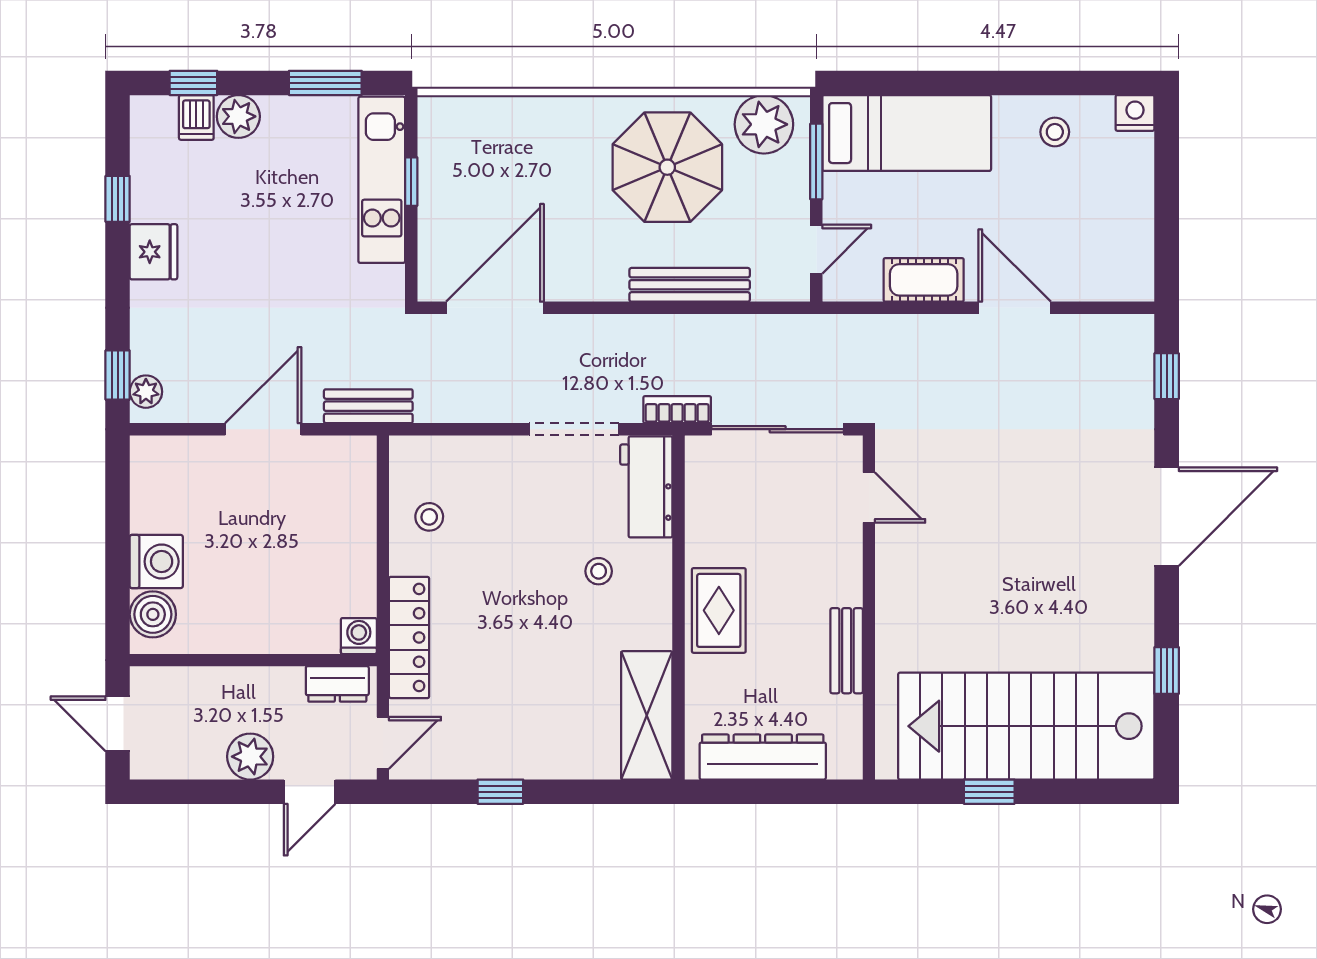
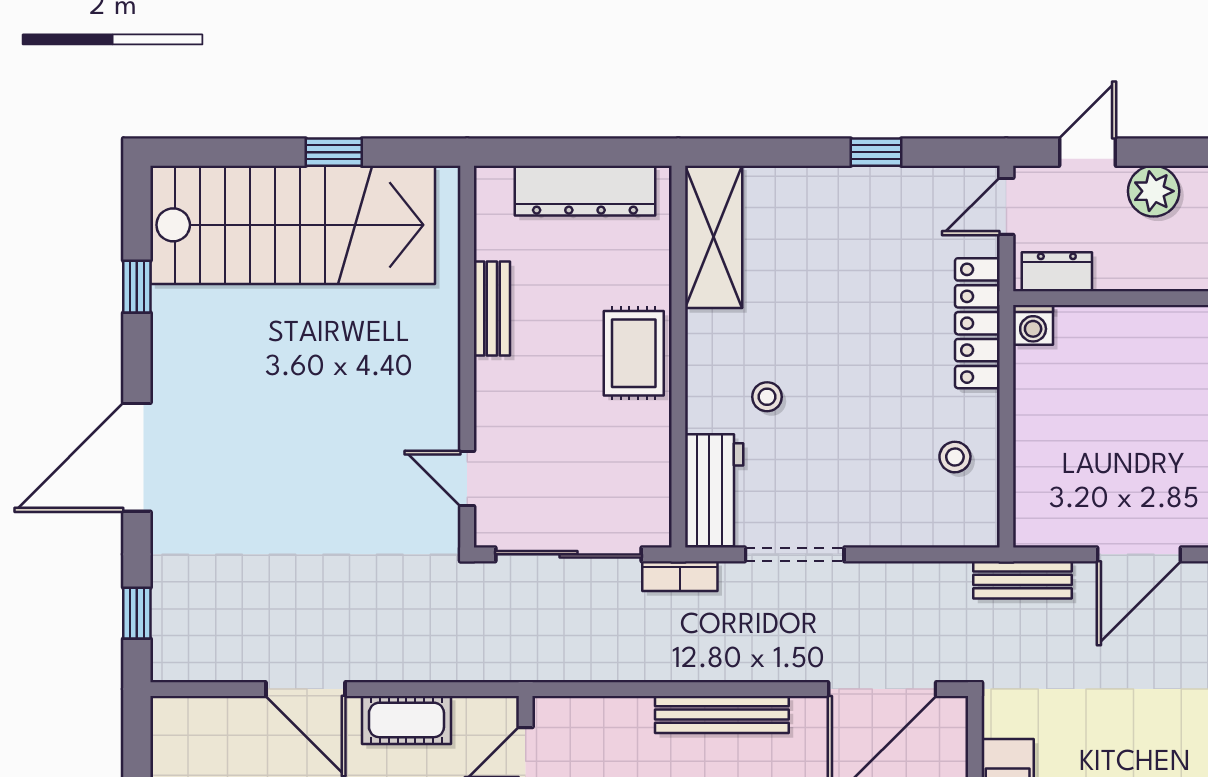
bench: (690, 285) -> (722, 714), moved

